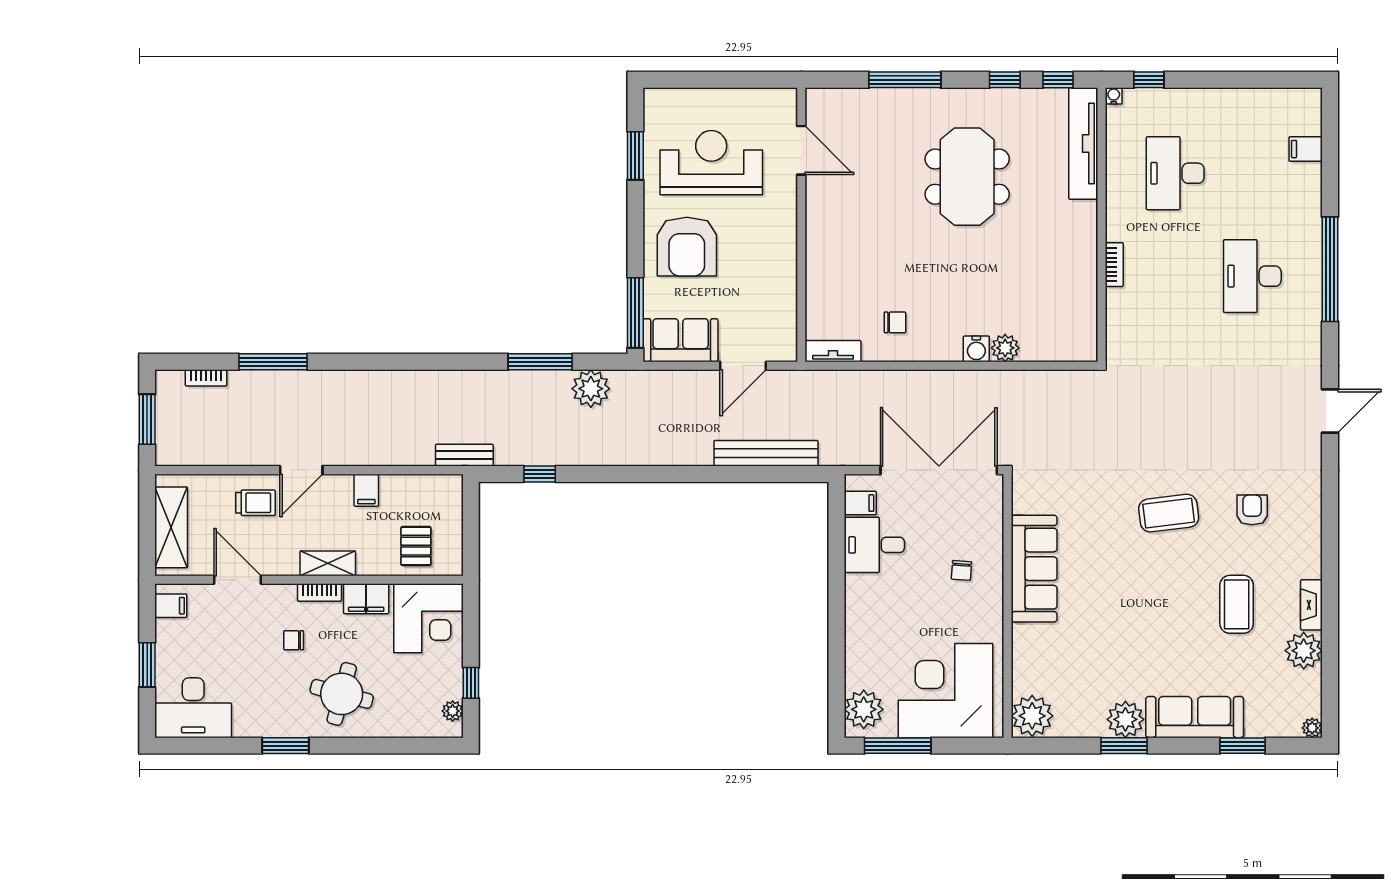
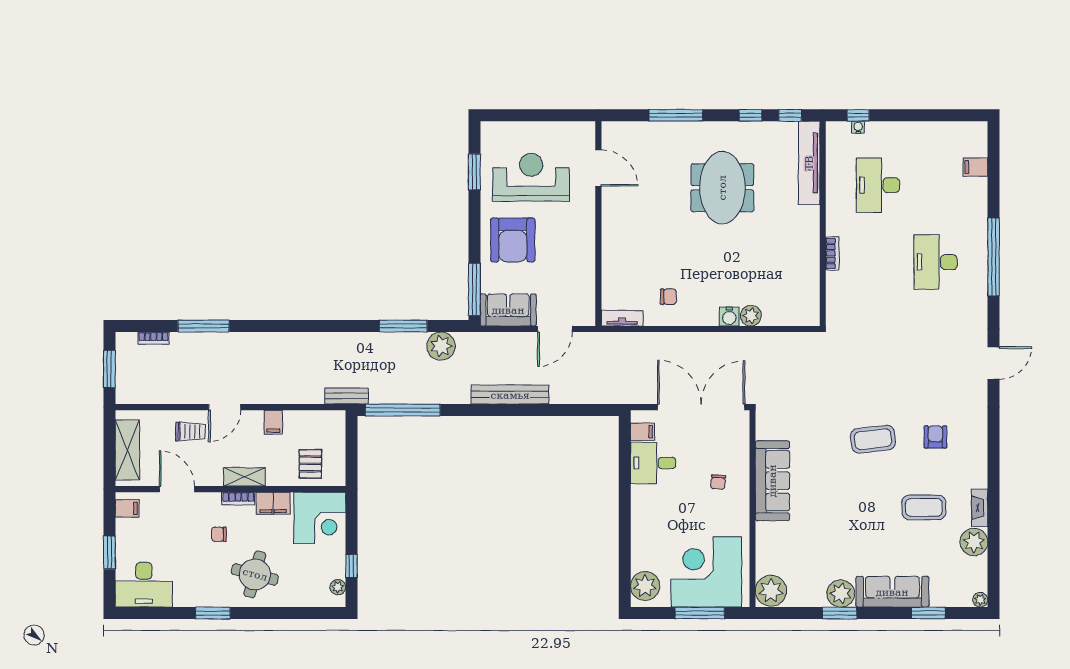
water cooler: (1114, 96) -> (858, 127), moved
bench: (766, 453) -> (510, 395), moved
window: (540, 474) -> (403, 410), width x3.17
coffee table: (1237, 604) -> (924, 507), turned 90
window: (898, 746) -> (700, 613), moved

